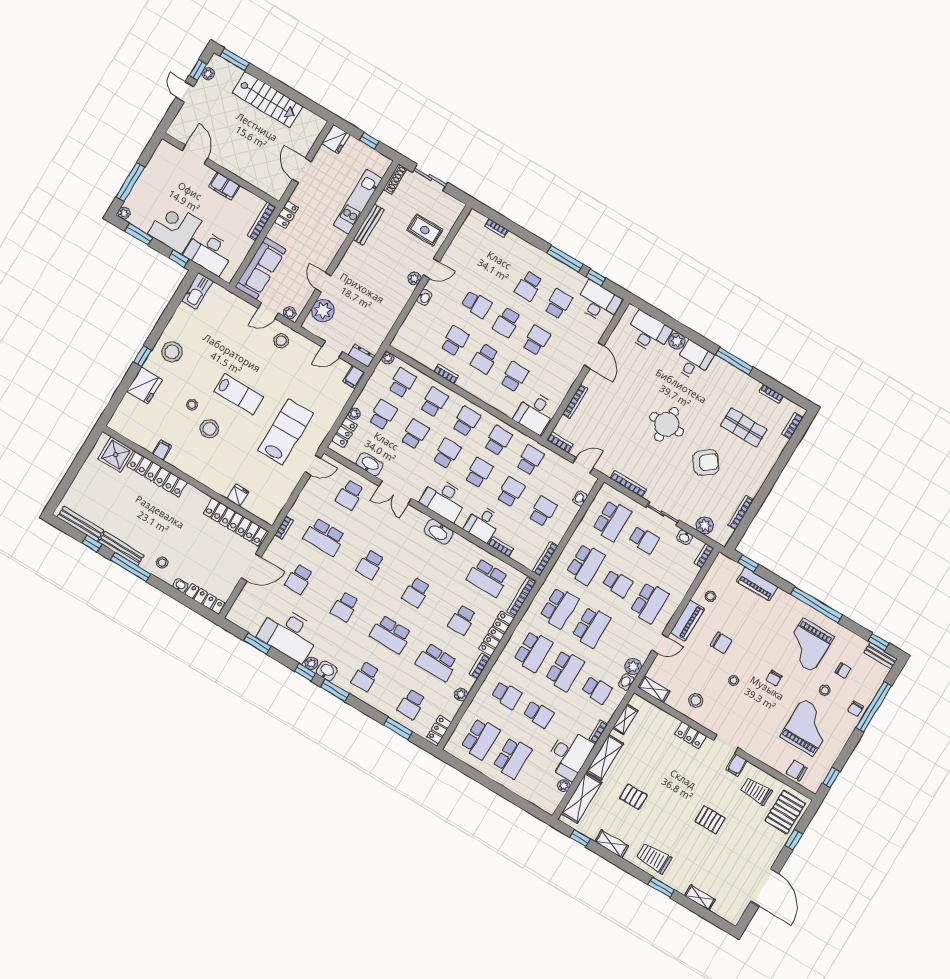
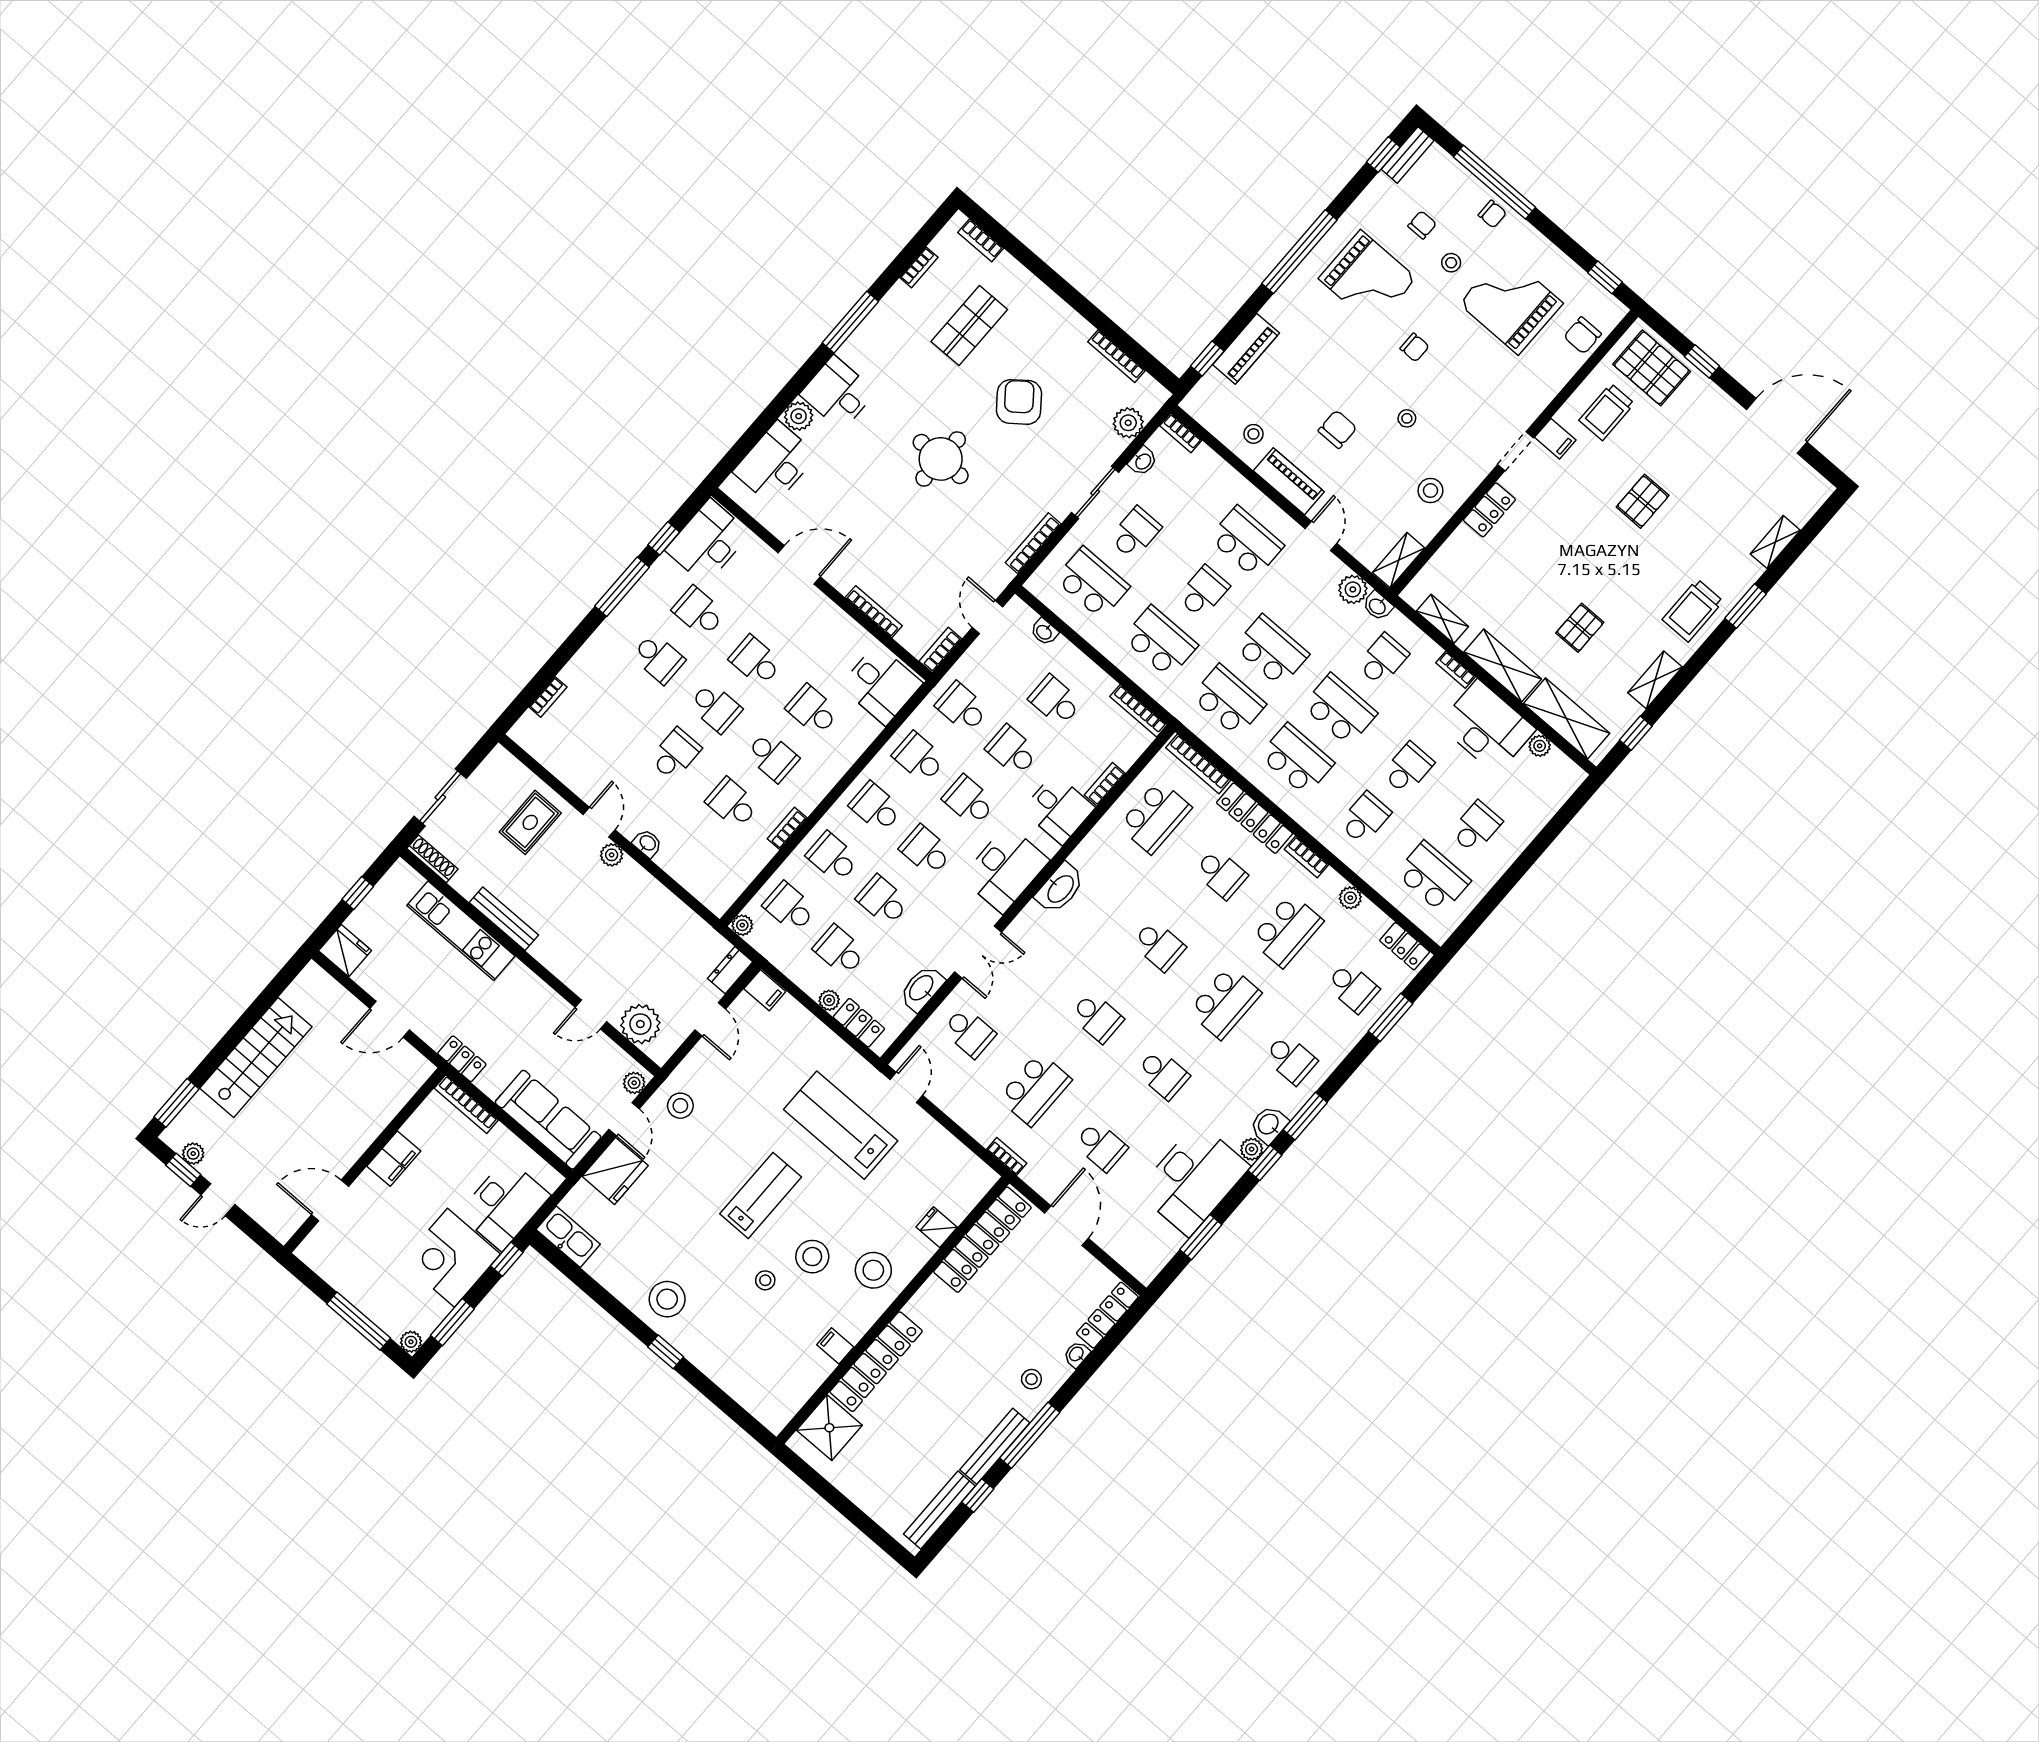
fridge: (144, 385) -> (615, 1171), moved, turned 90
stool: (208, 464) -> (873, 1270), added
school desk: (512, 758) -> (1476, 827), width x0.54

